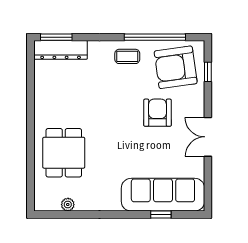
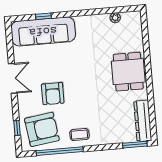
dresser: (61, 50) -> (143, 121), moved, turned -90
dining table: (64, 153) -> (128, 72), moved

